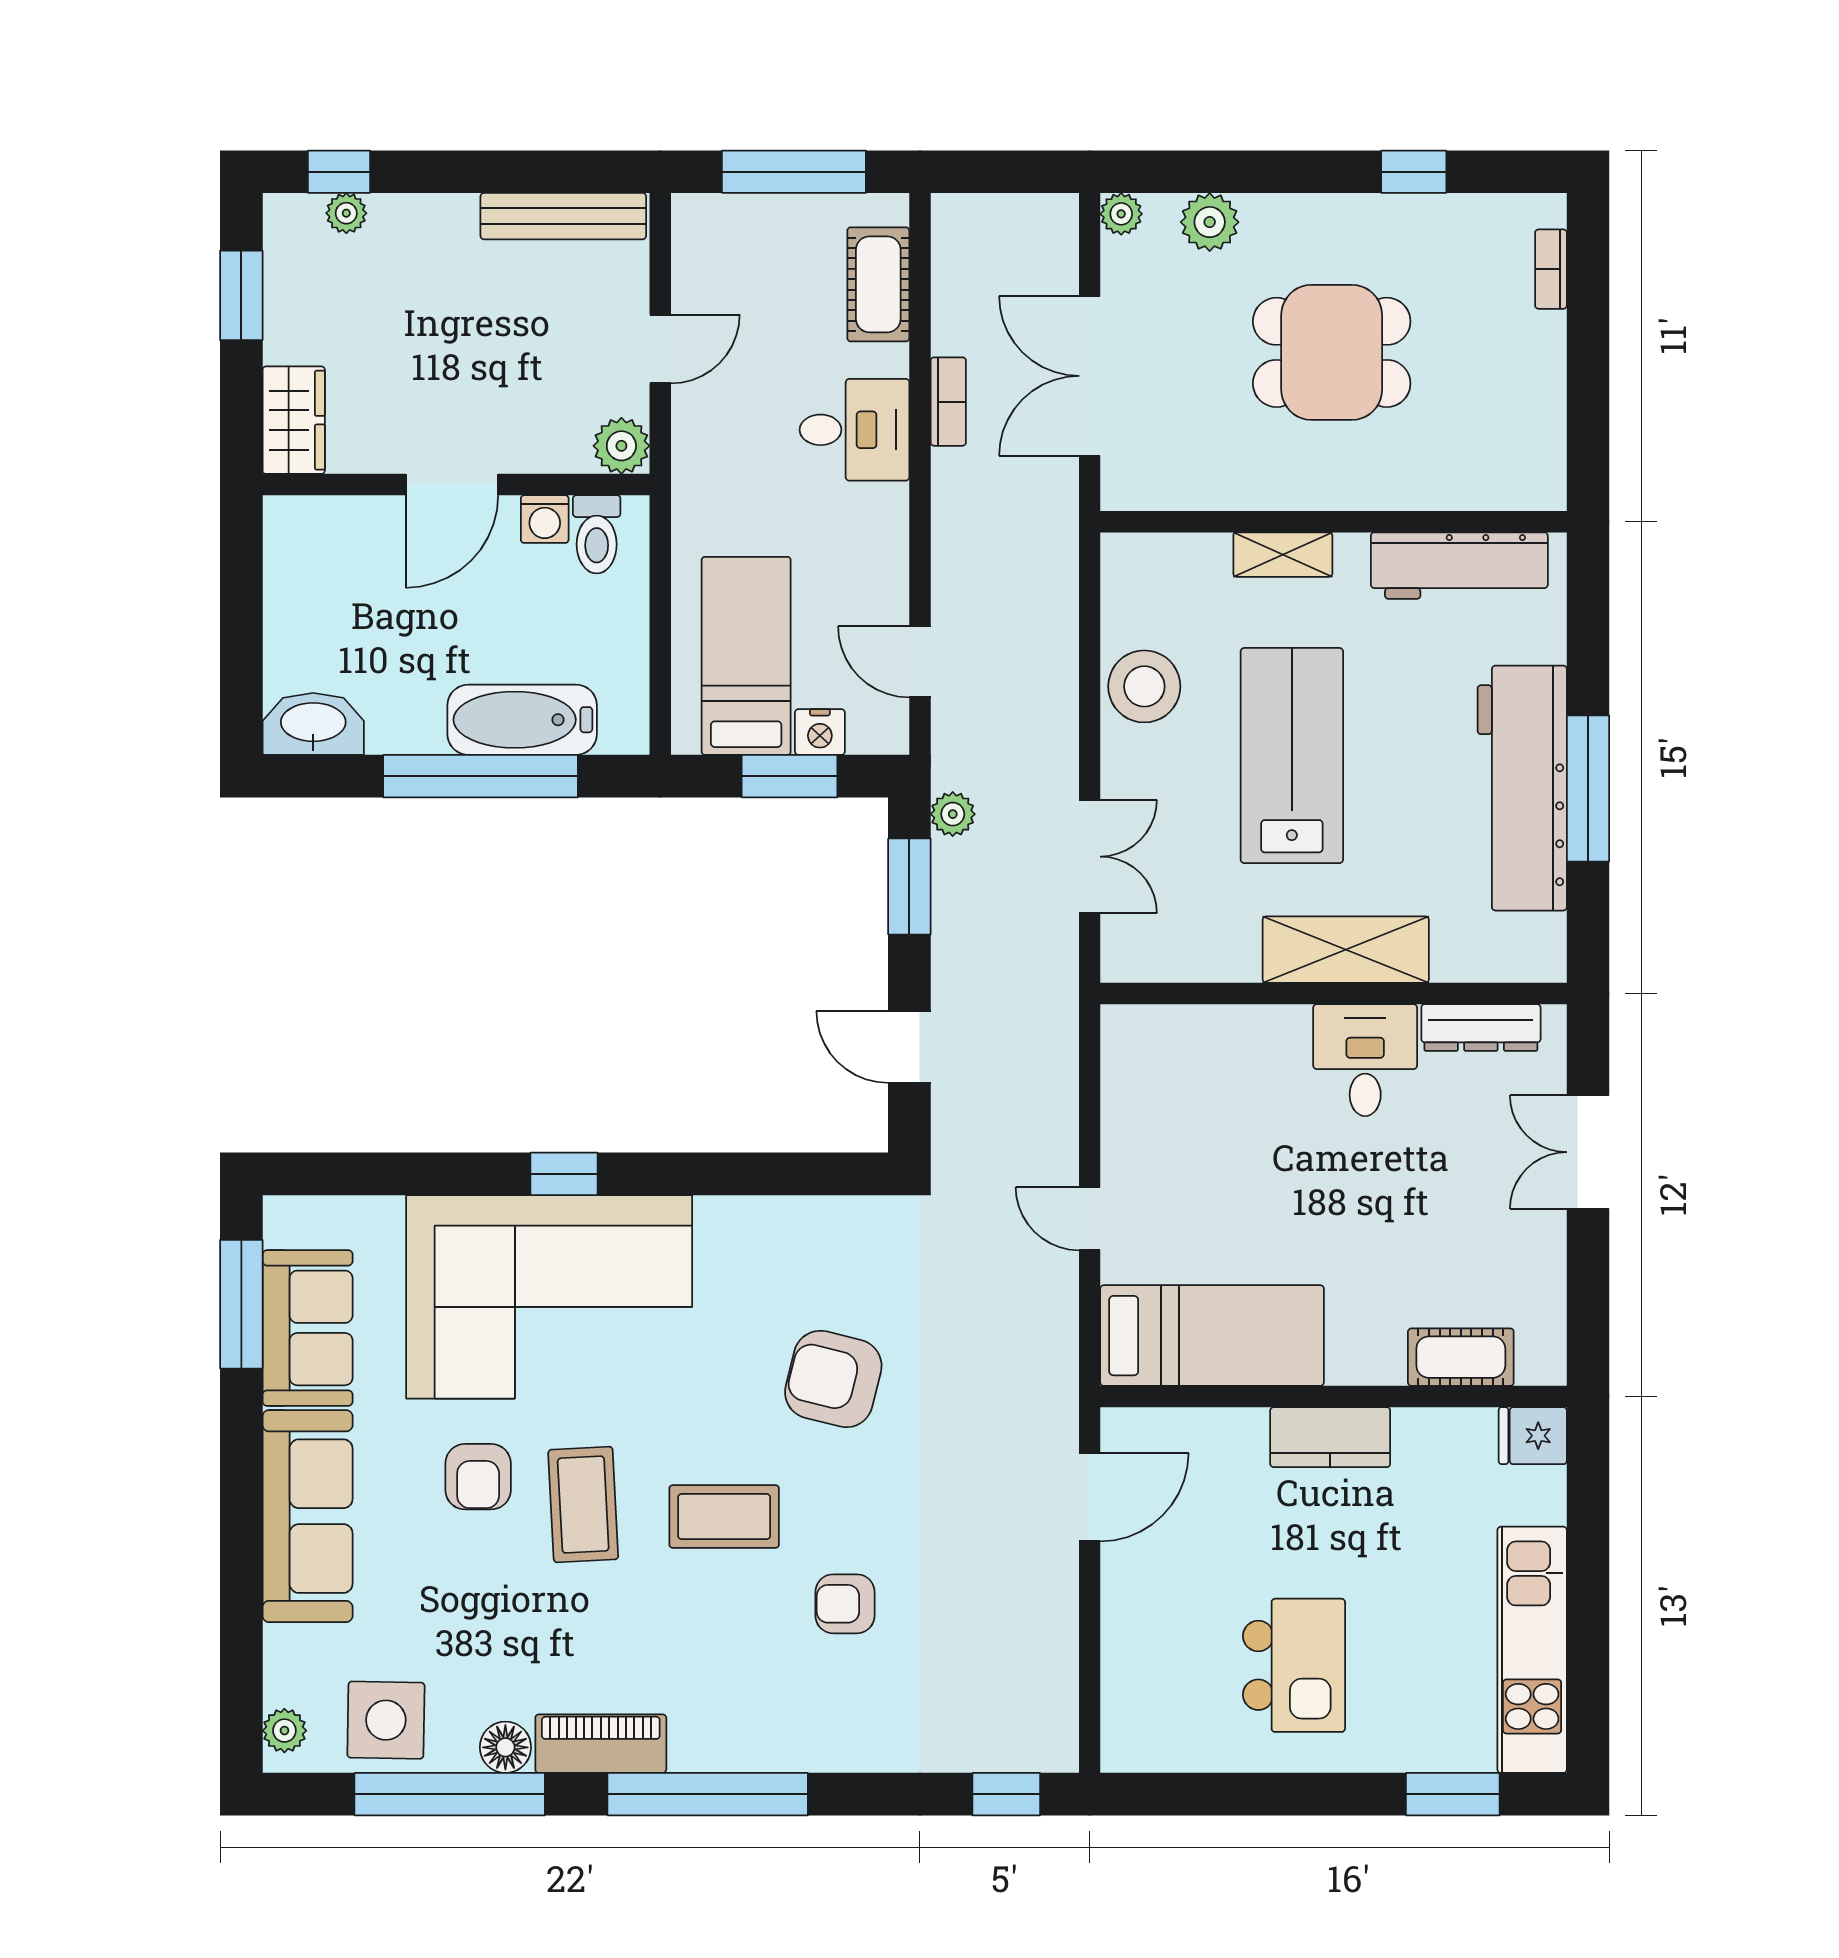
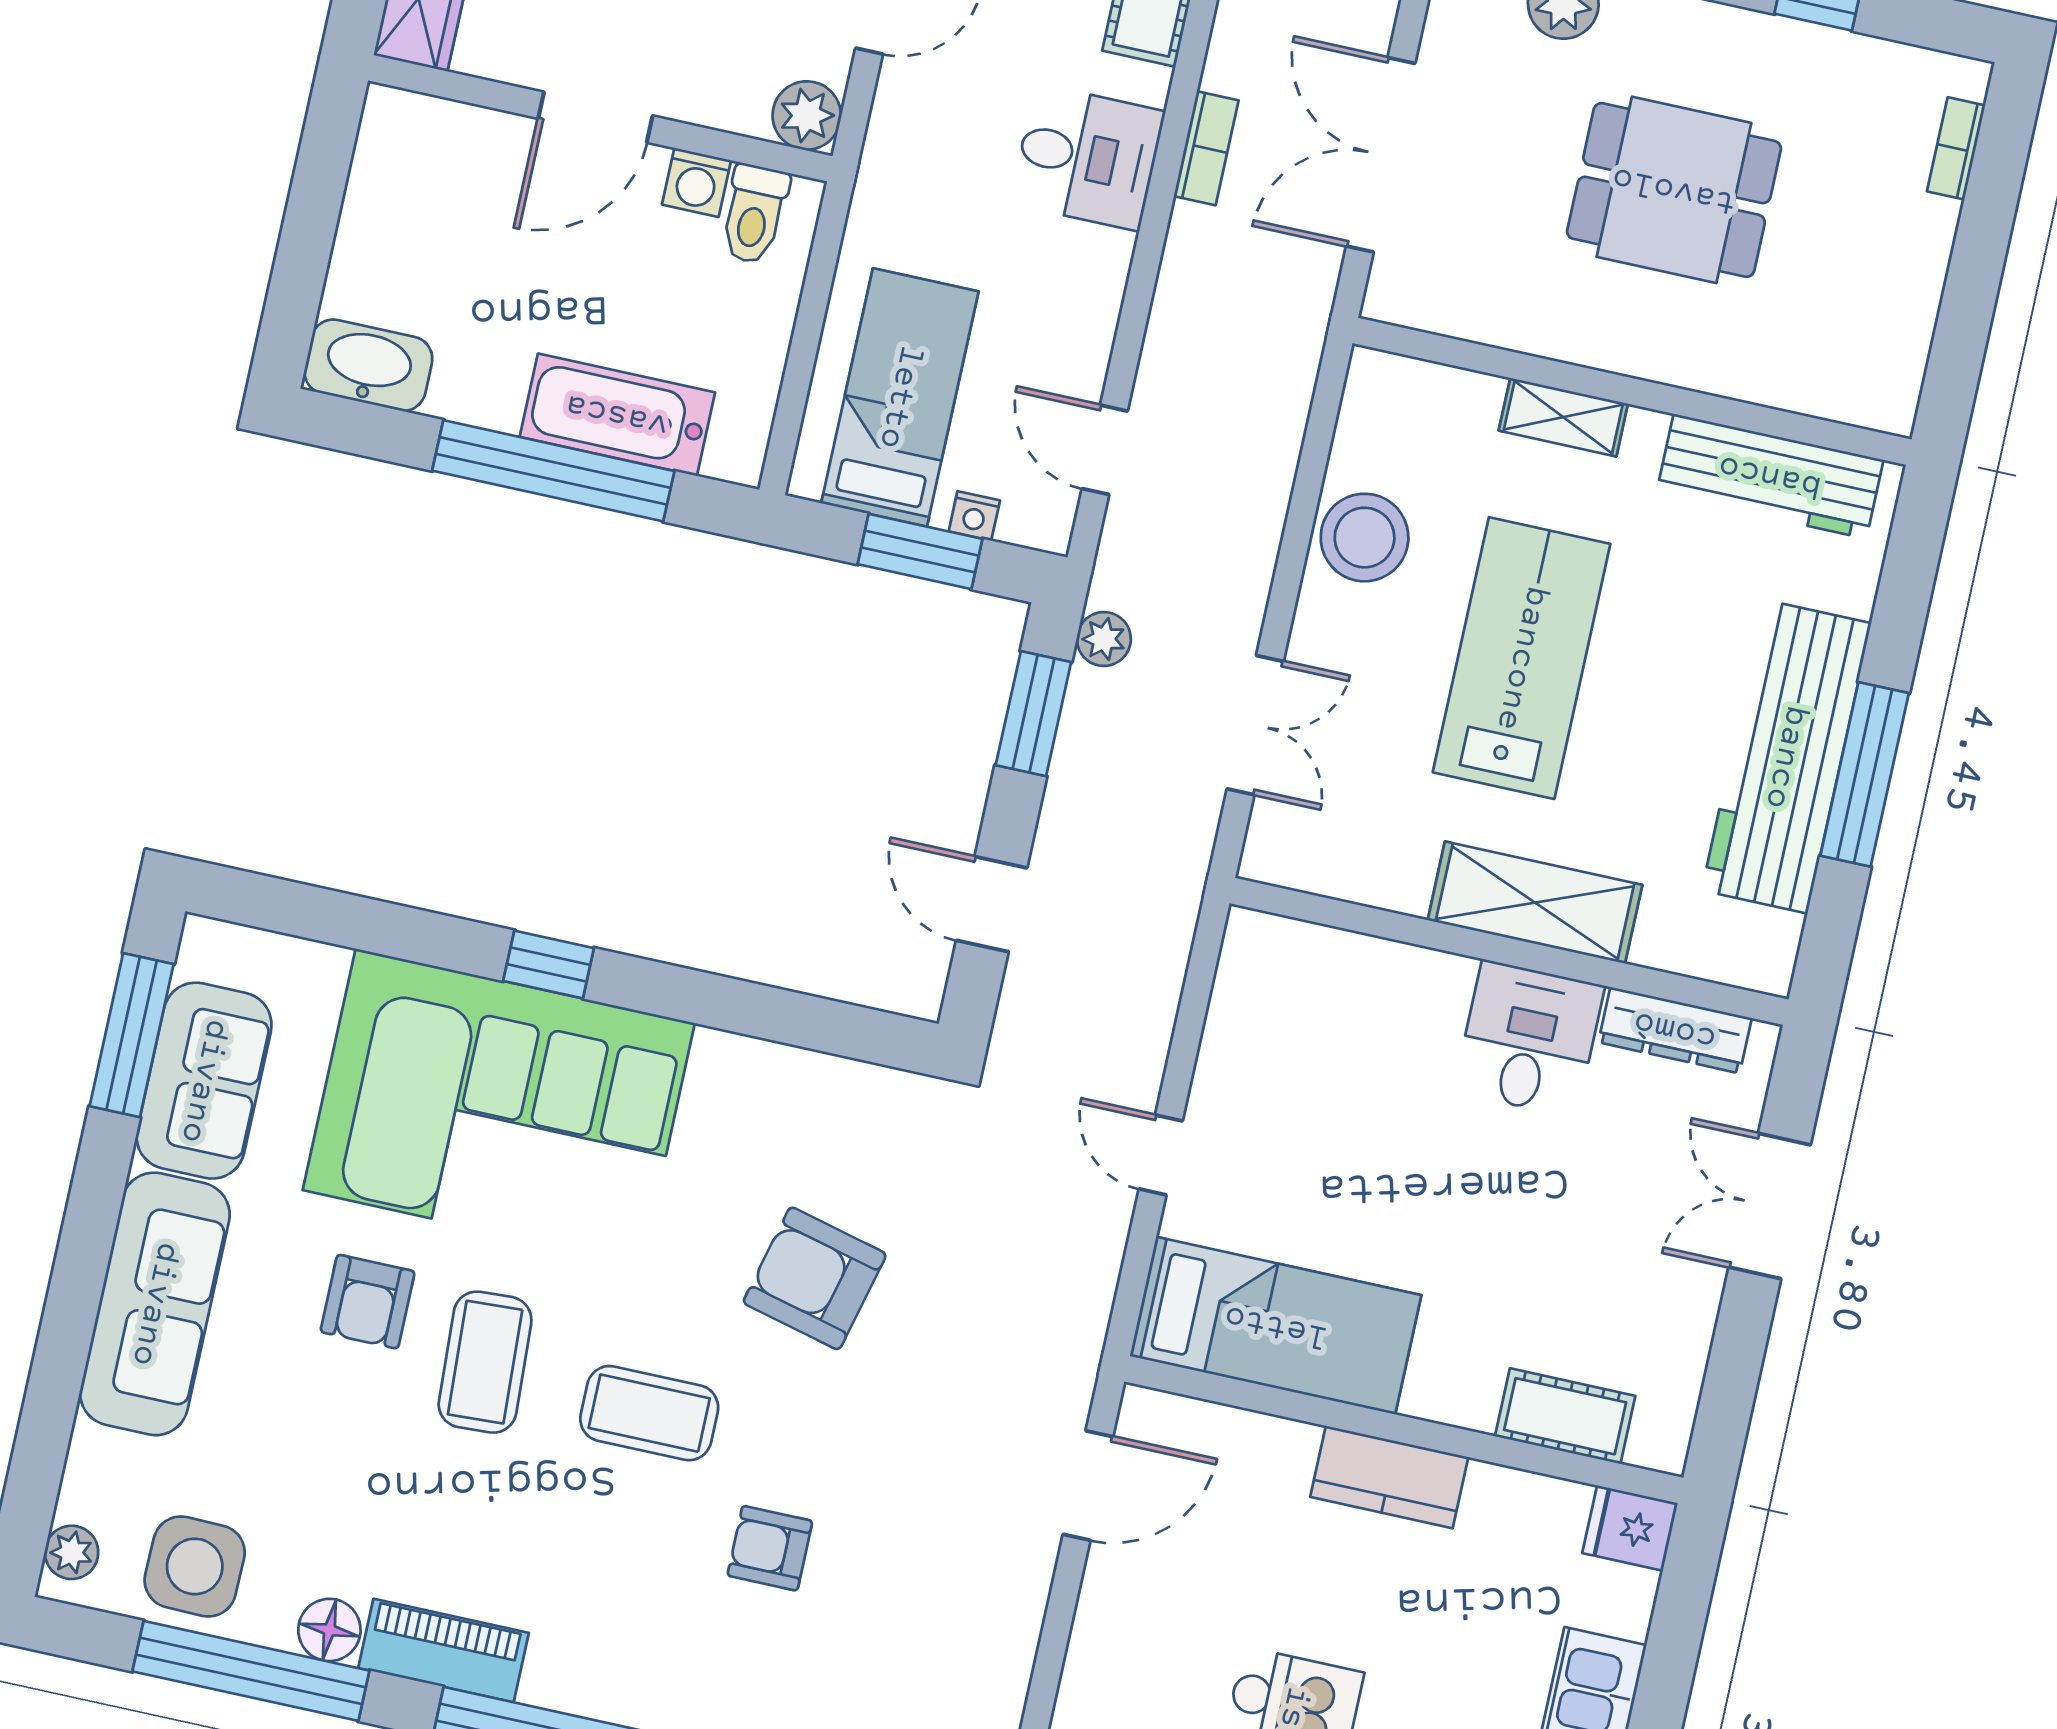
nightstand: (820, 732) -> (974, 516), width x0.72, depth x0.74

